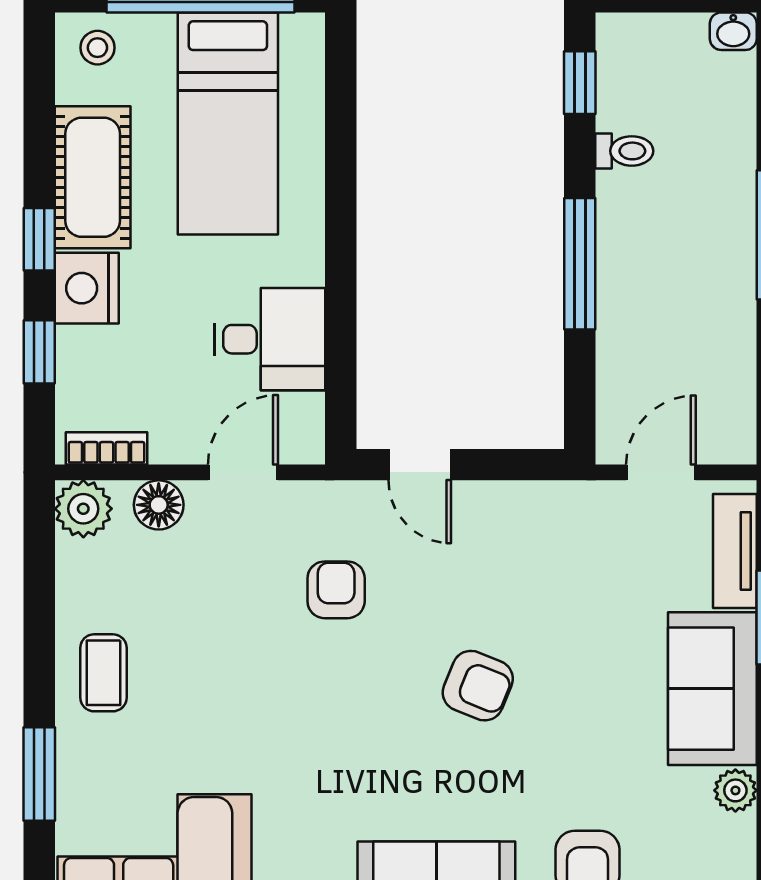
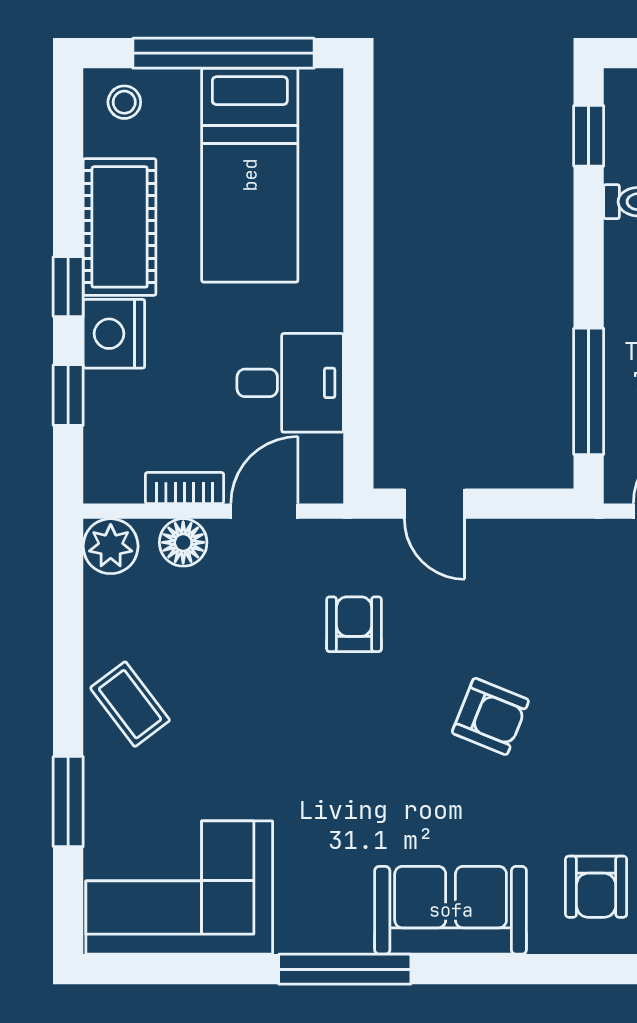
window: (580, 264) -> (589, 391), moved
bookcase: (107, 448) -> (185, 488), moved
coffee table: (103, 673) -> (130, 704), turned -37

